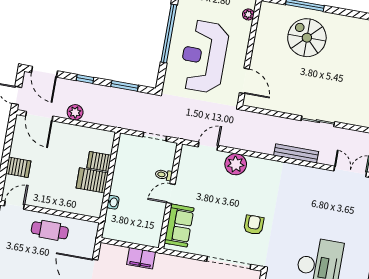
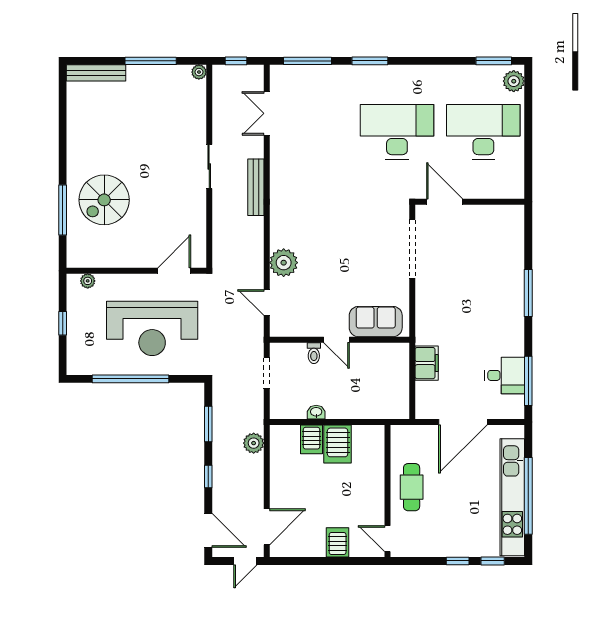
door: (44, 72) -> (208, 530), hinge flipped
plant: (75, 112) -> (254, 443), moved
washbasin: (113, 202) -> (316, 412), moved
armchair: (254, 225) -> (358, 225), removed

